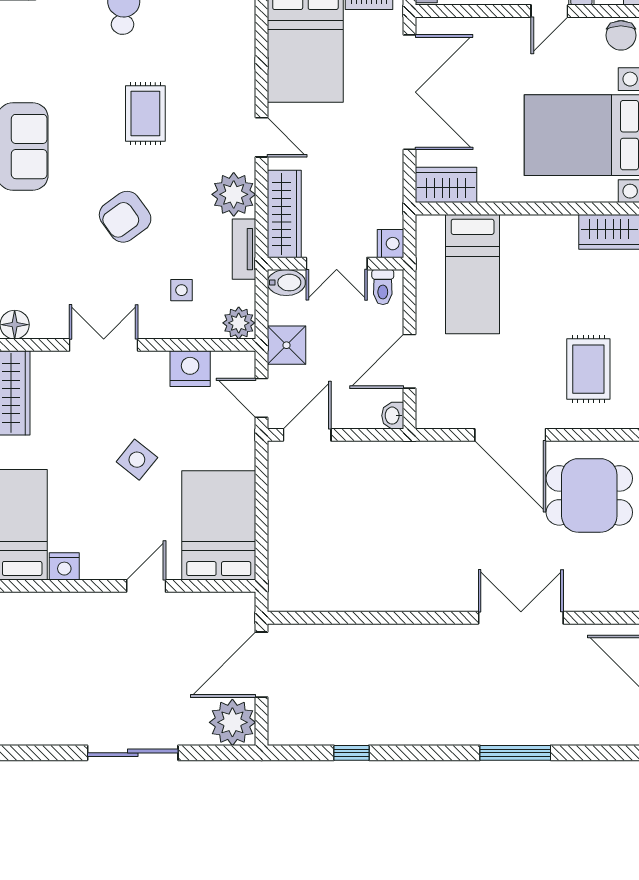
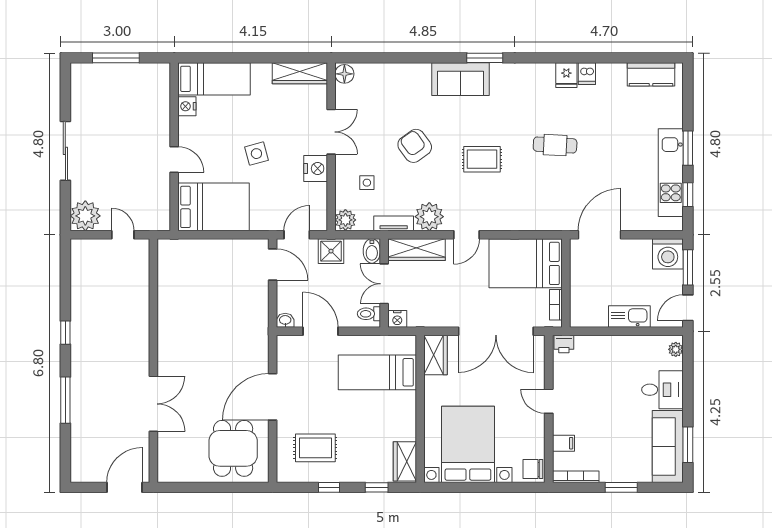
door: (549, 11) -> (549, 401), moved
nightstand: (190, 369) -> (316, 168), moved
side table: (137, 460) -> (256, 154), turned 36
door: (261, 665) -> (123, 235), width x0.53
window: (351, 753) -> (65, 333), moved

